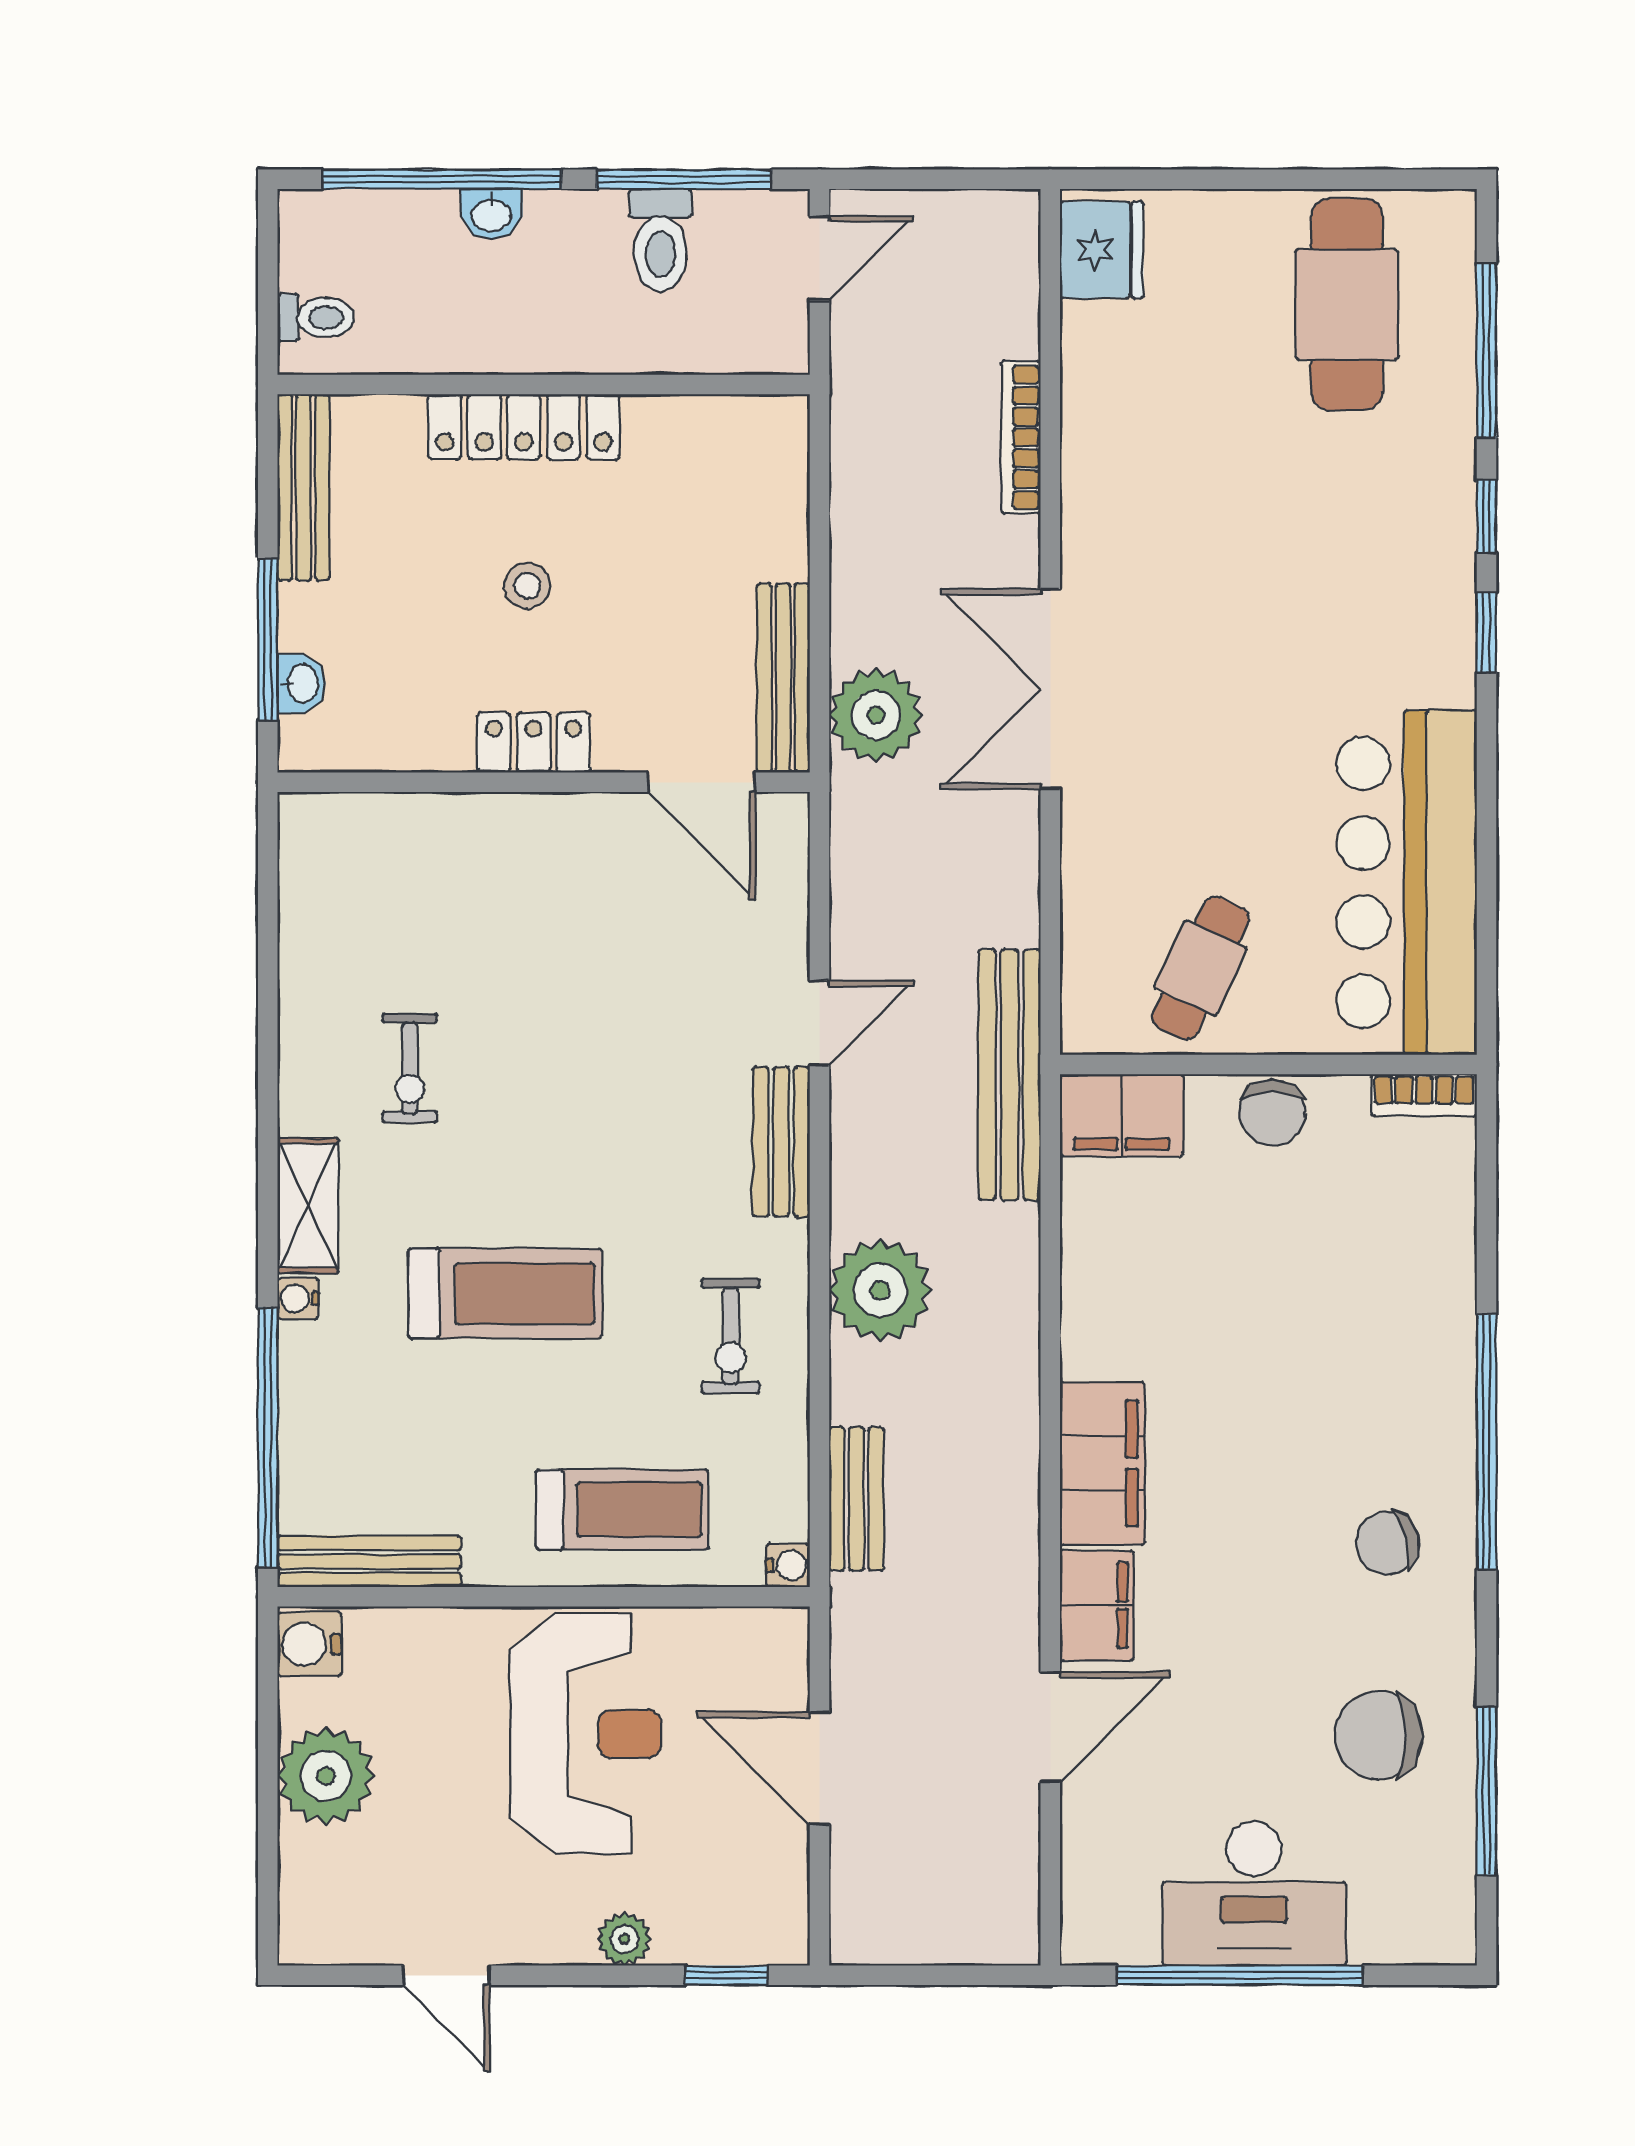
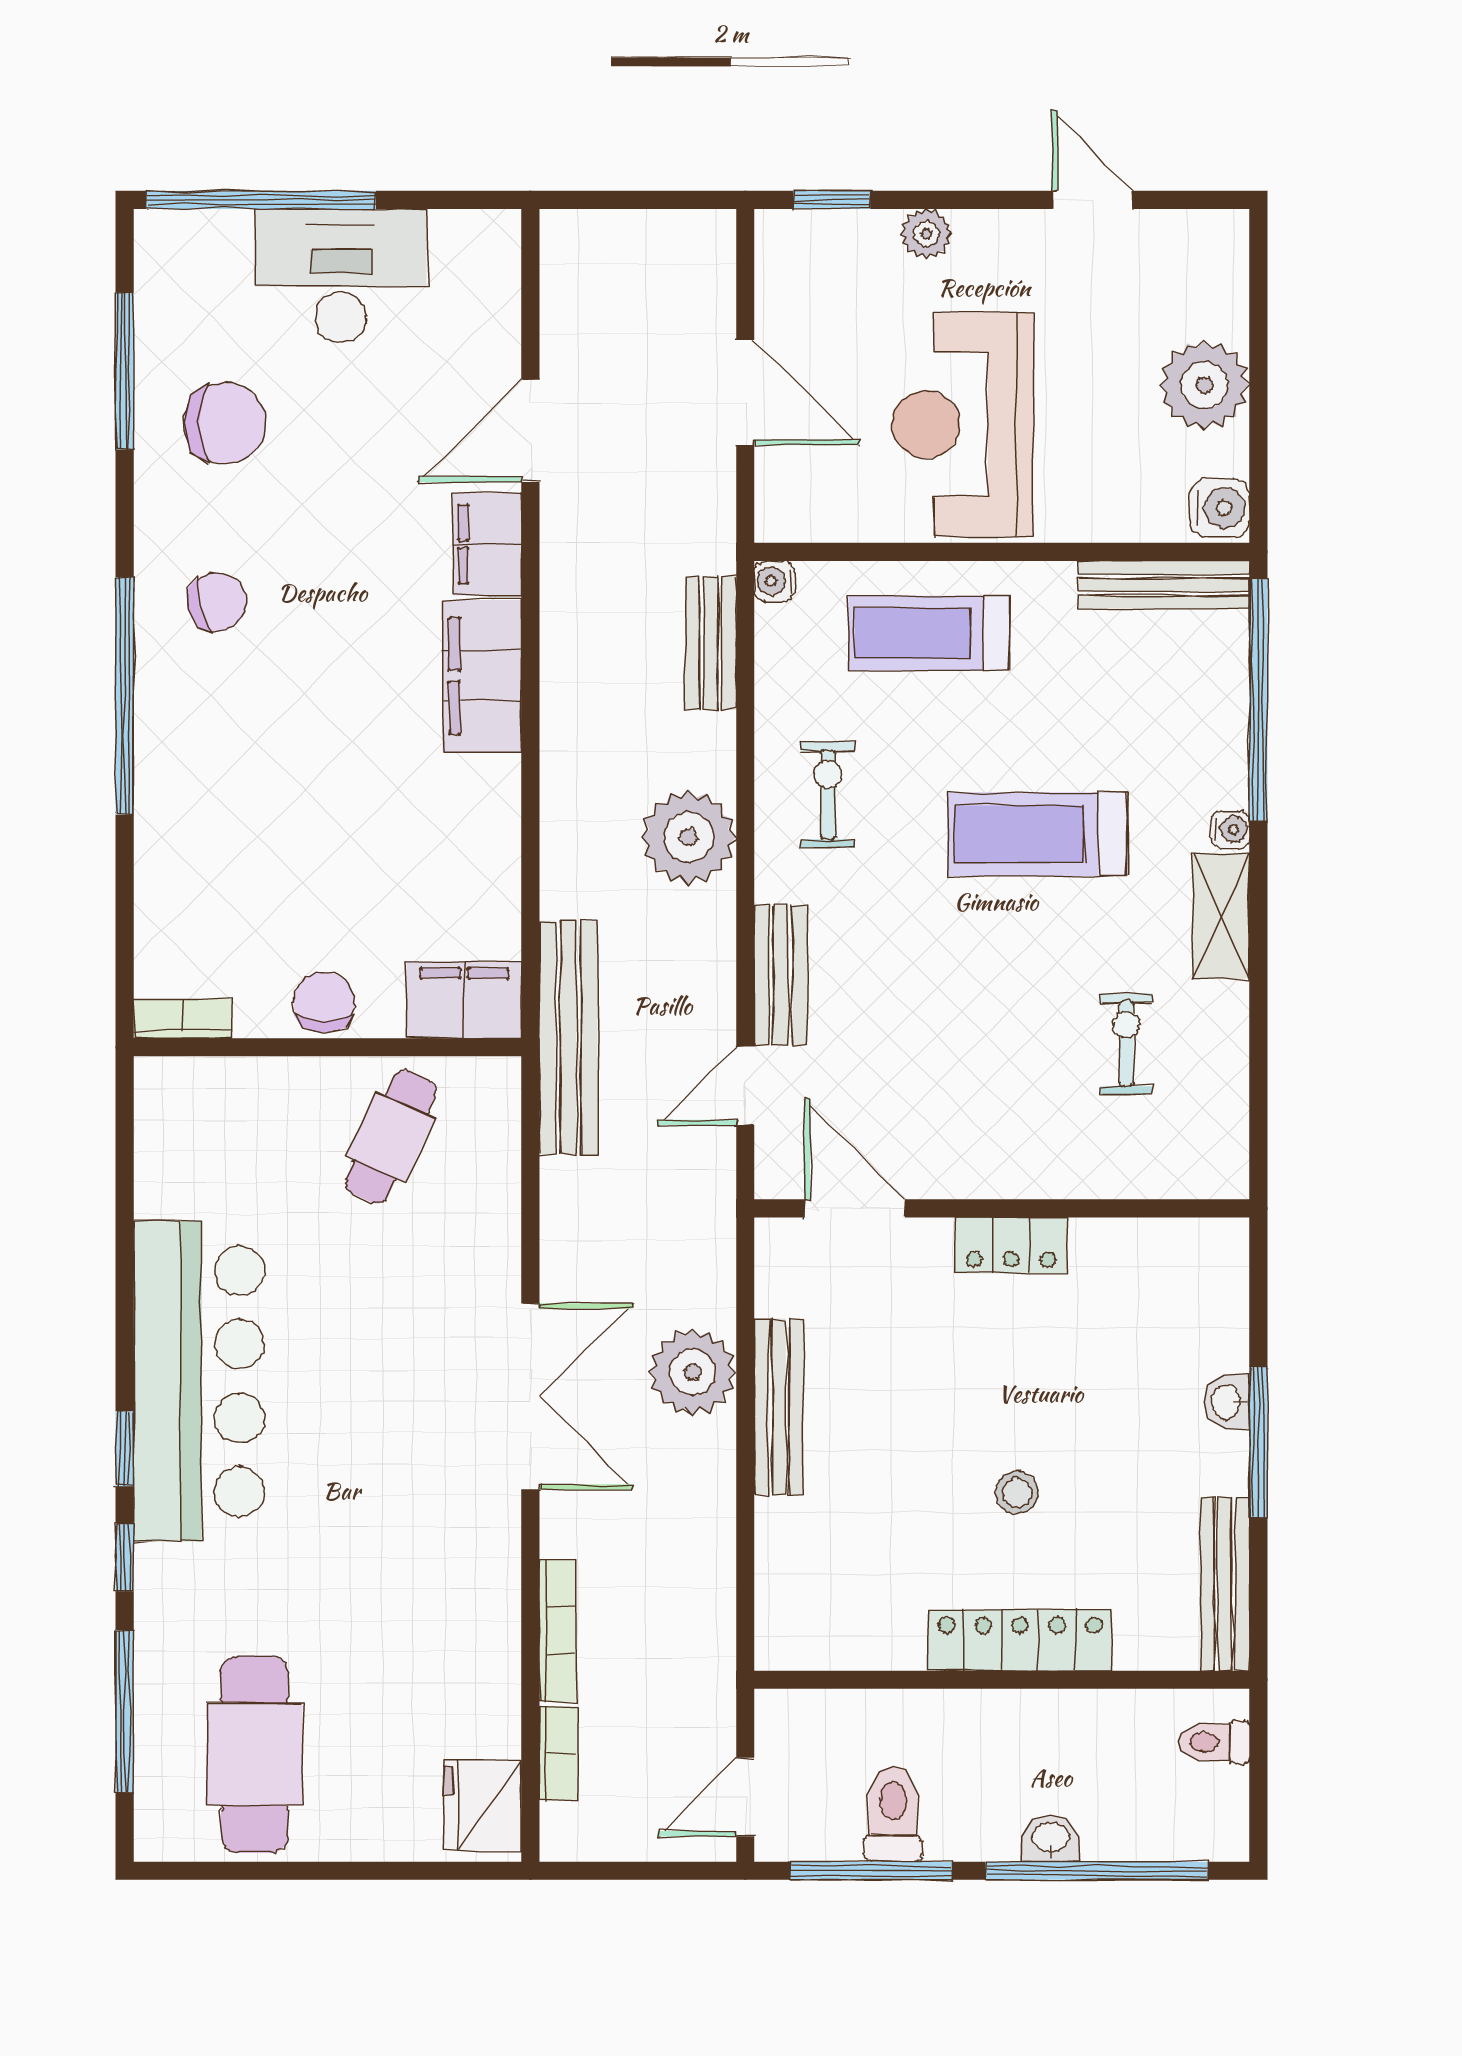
bookcase: (1020, 305) -> (558, 1753), added
locker: (534, 742) -> (1011, 1245), moved
wall: (544, 782) -> (1002, 1208), moved
door: (702, 782) -> (855, 1208), moved
bar counter: (1407, 882) -> (199, 1381), moved
window: (1240, 1975) -> (261, 200), moved

